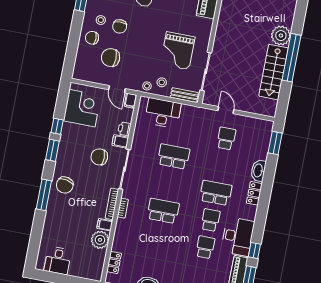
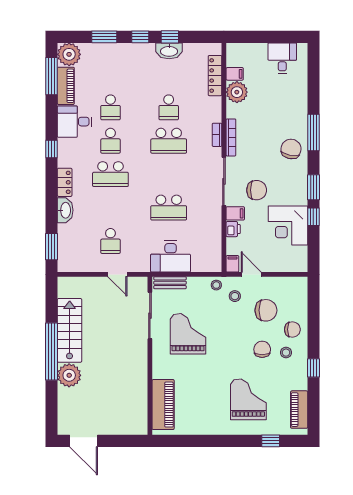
stool: (162, 82) -> (235, 296), moved
corner desk: (82, 108) -> (288, 225), moved
desk: (163, 113) -> (171, 257), moved
filing cabinet: (105, 225) -> (235, 74), moved
desk: (238, 236) -> (75, 122), width x0.73
school desk: (158, 238) -> (169, 107), added
window: (254, 250) -> (52, 149), moved
locker: (114, 262) -> (215, 76), width x1.53

